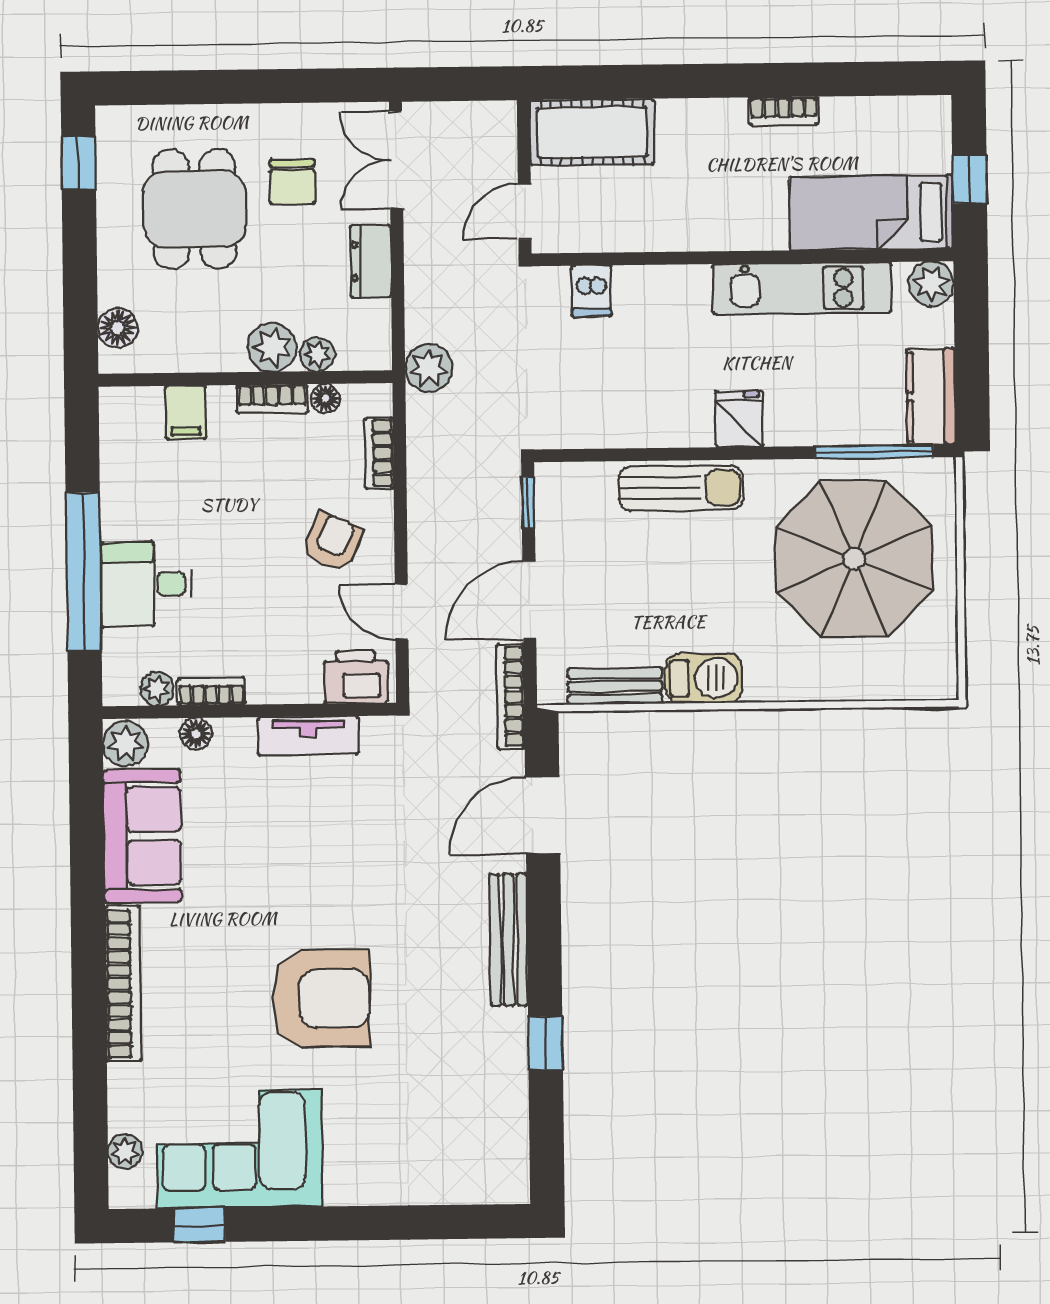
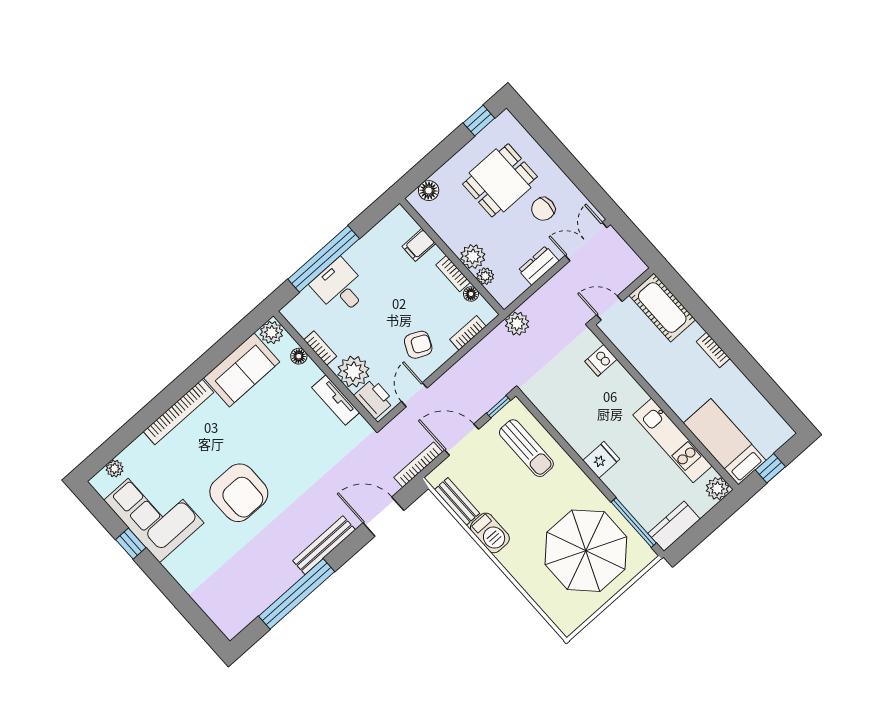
bookcase: (784, 111) -> (713, 350), moved
sun lounger: (681, 488) -> (526, 448), moved
plant: (157, 689) -> (353, 372), moved, width x1.88, depth x1.88
window: (545, 1043) -> (297, 594), width x3.17
window: (199, 1225) -> (131, 544), moved

